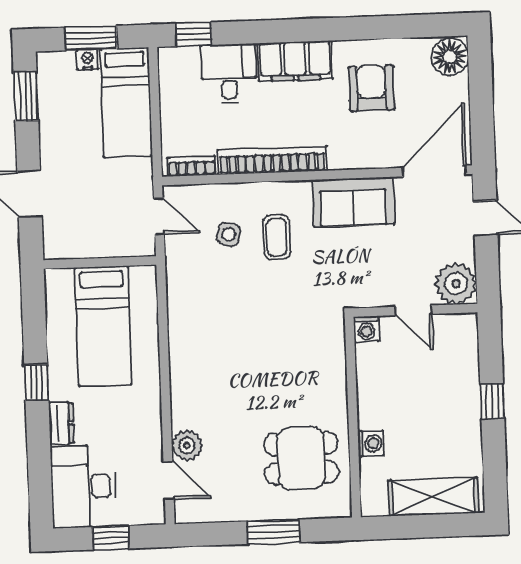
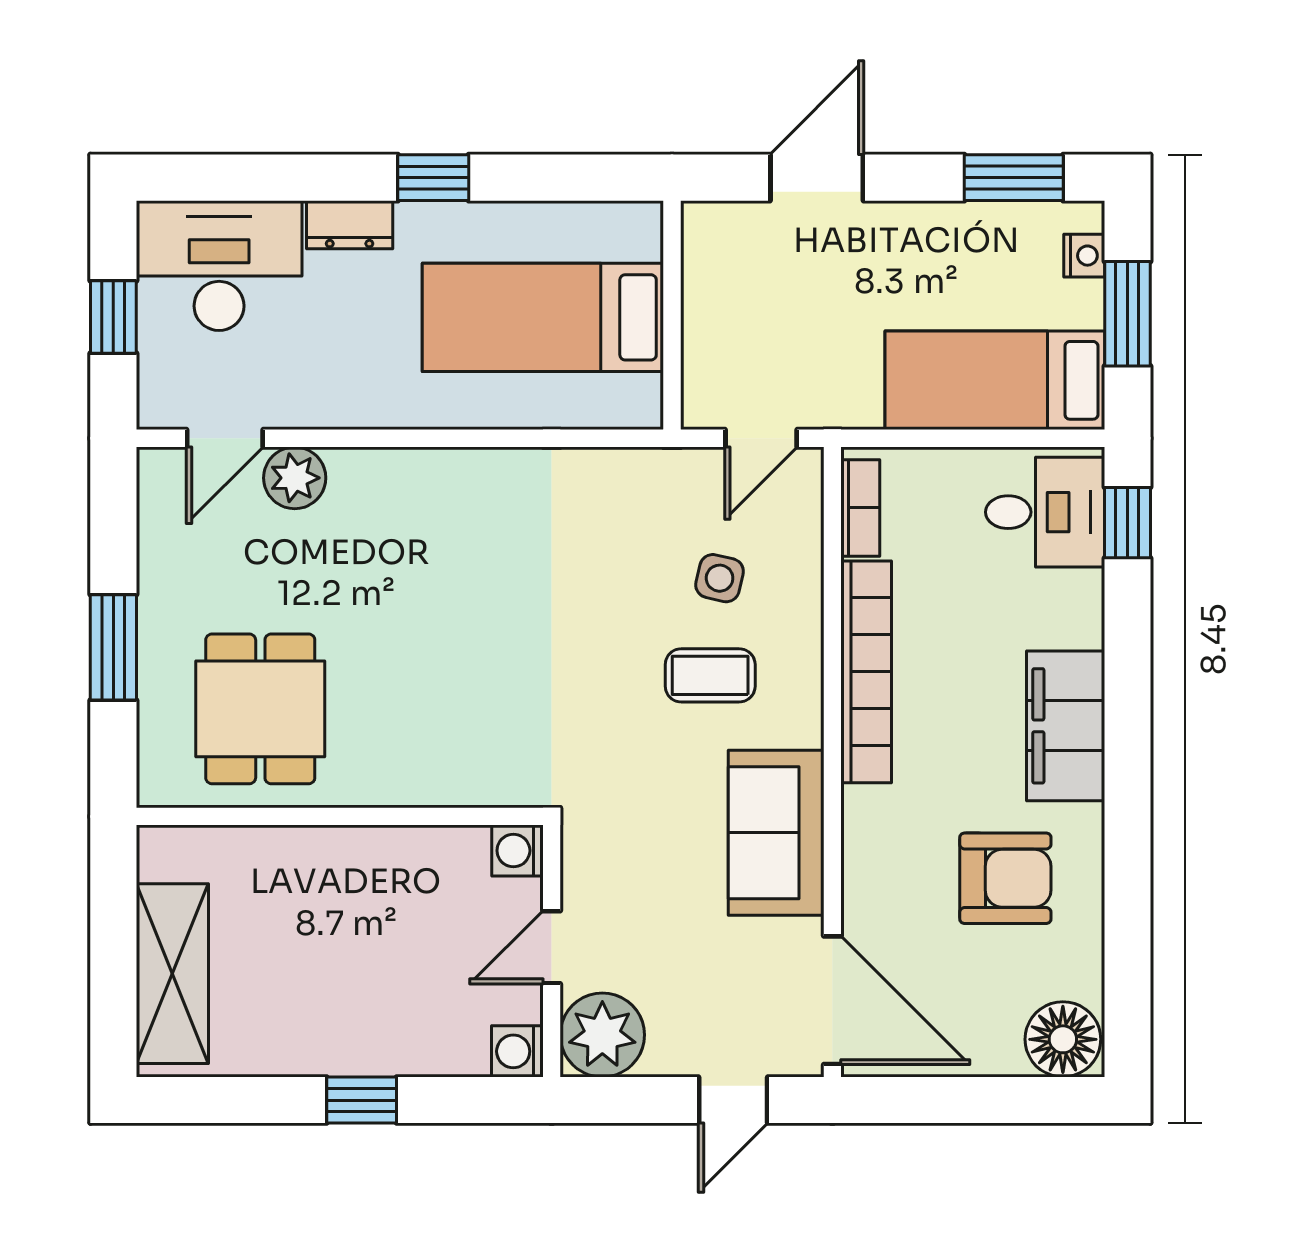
nightstand: (87, 59) -> (1084, 256), moved
desk: (229, 74) -> (1045, 512), moved
washing machine: (371, 443) -> (517, 1051), moved, turned 90

